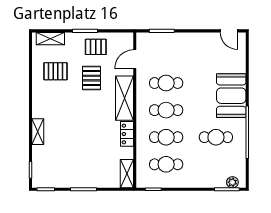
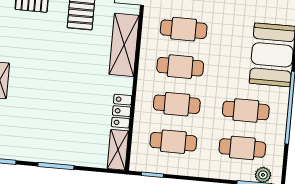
locker: (127, 134) -> (122, 111), moved
cafe table: (216, 164) -> (242, 148), added

